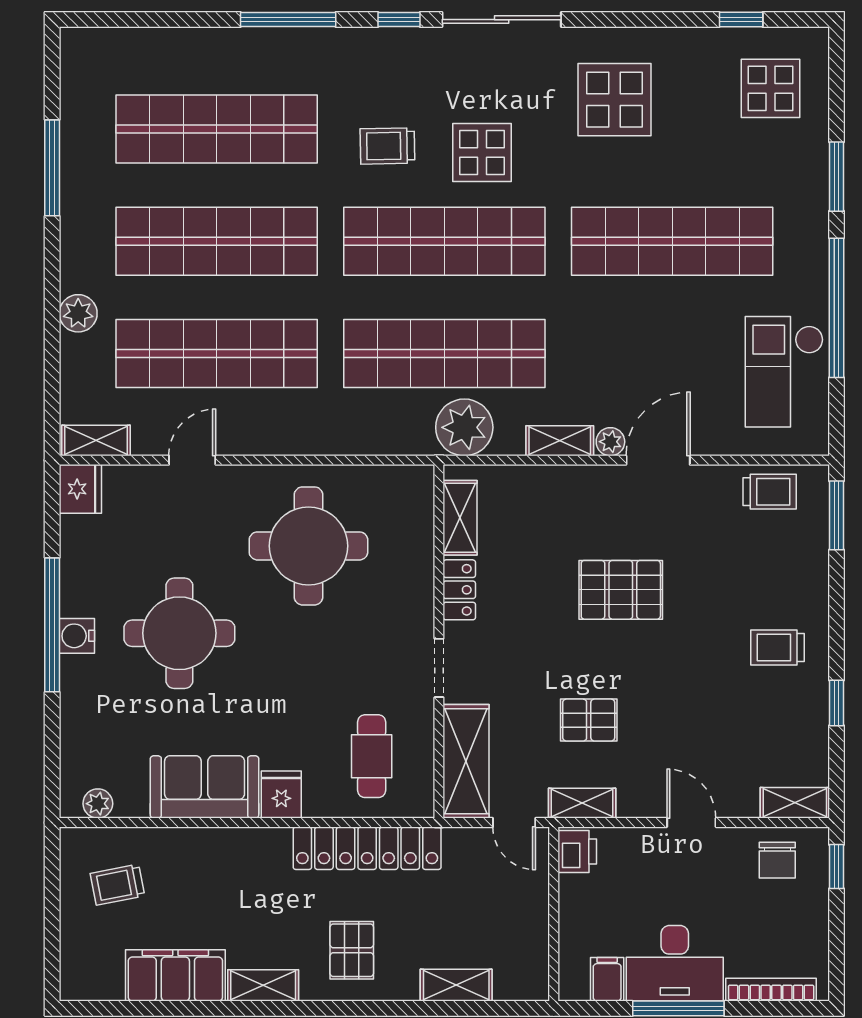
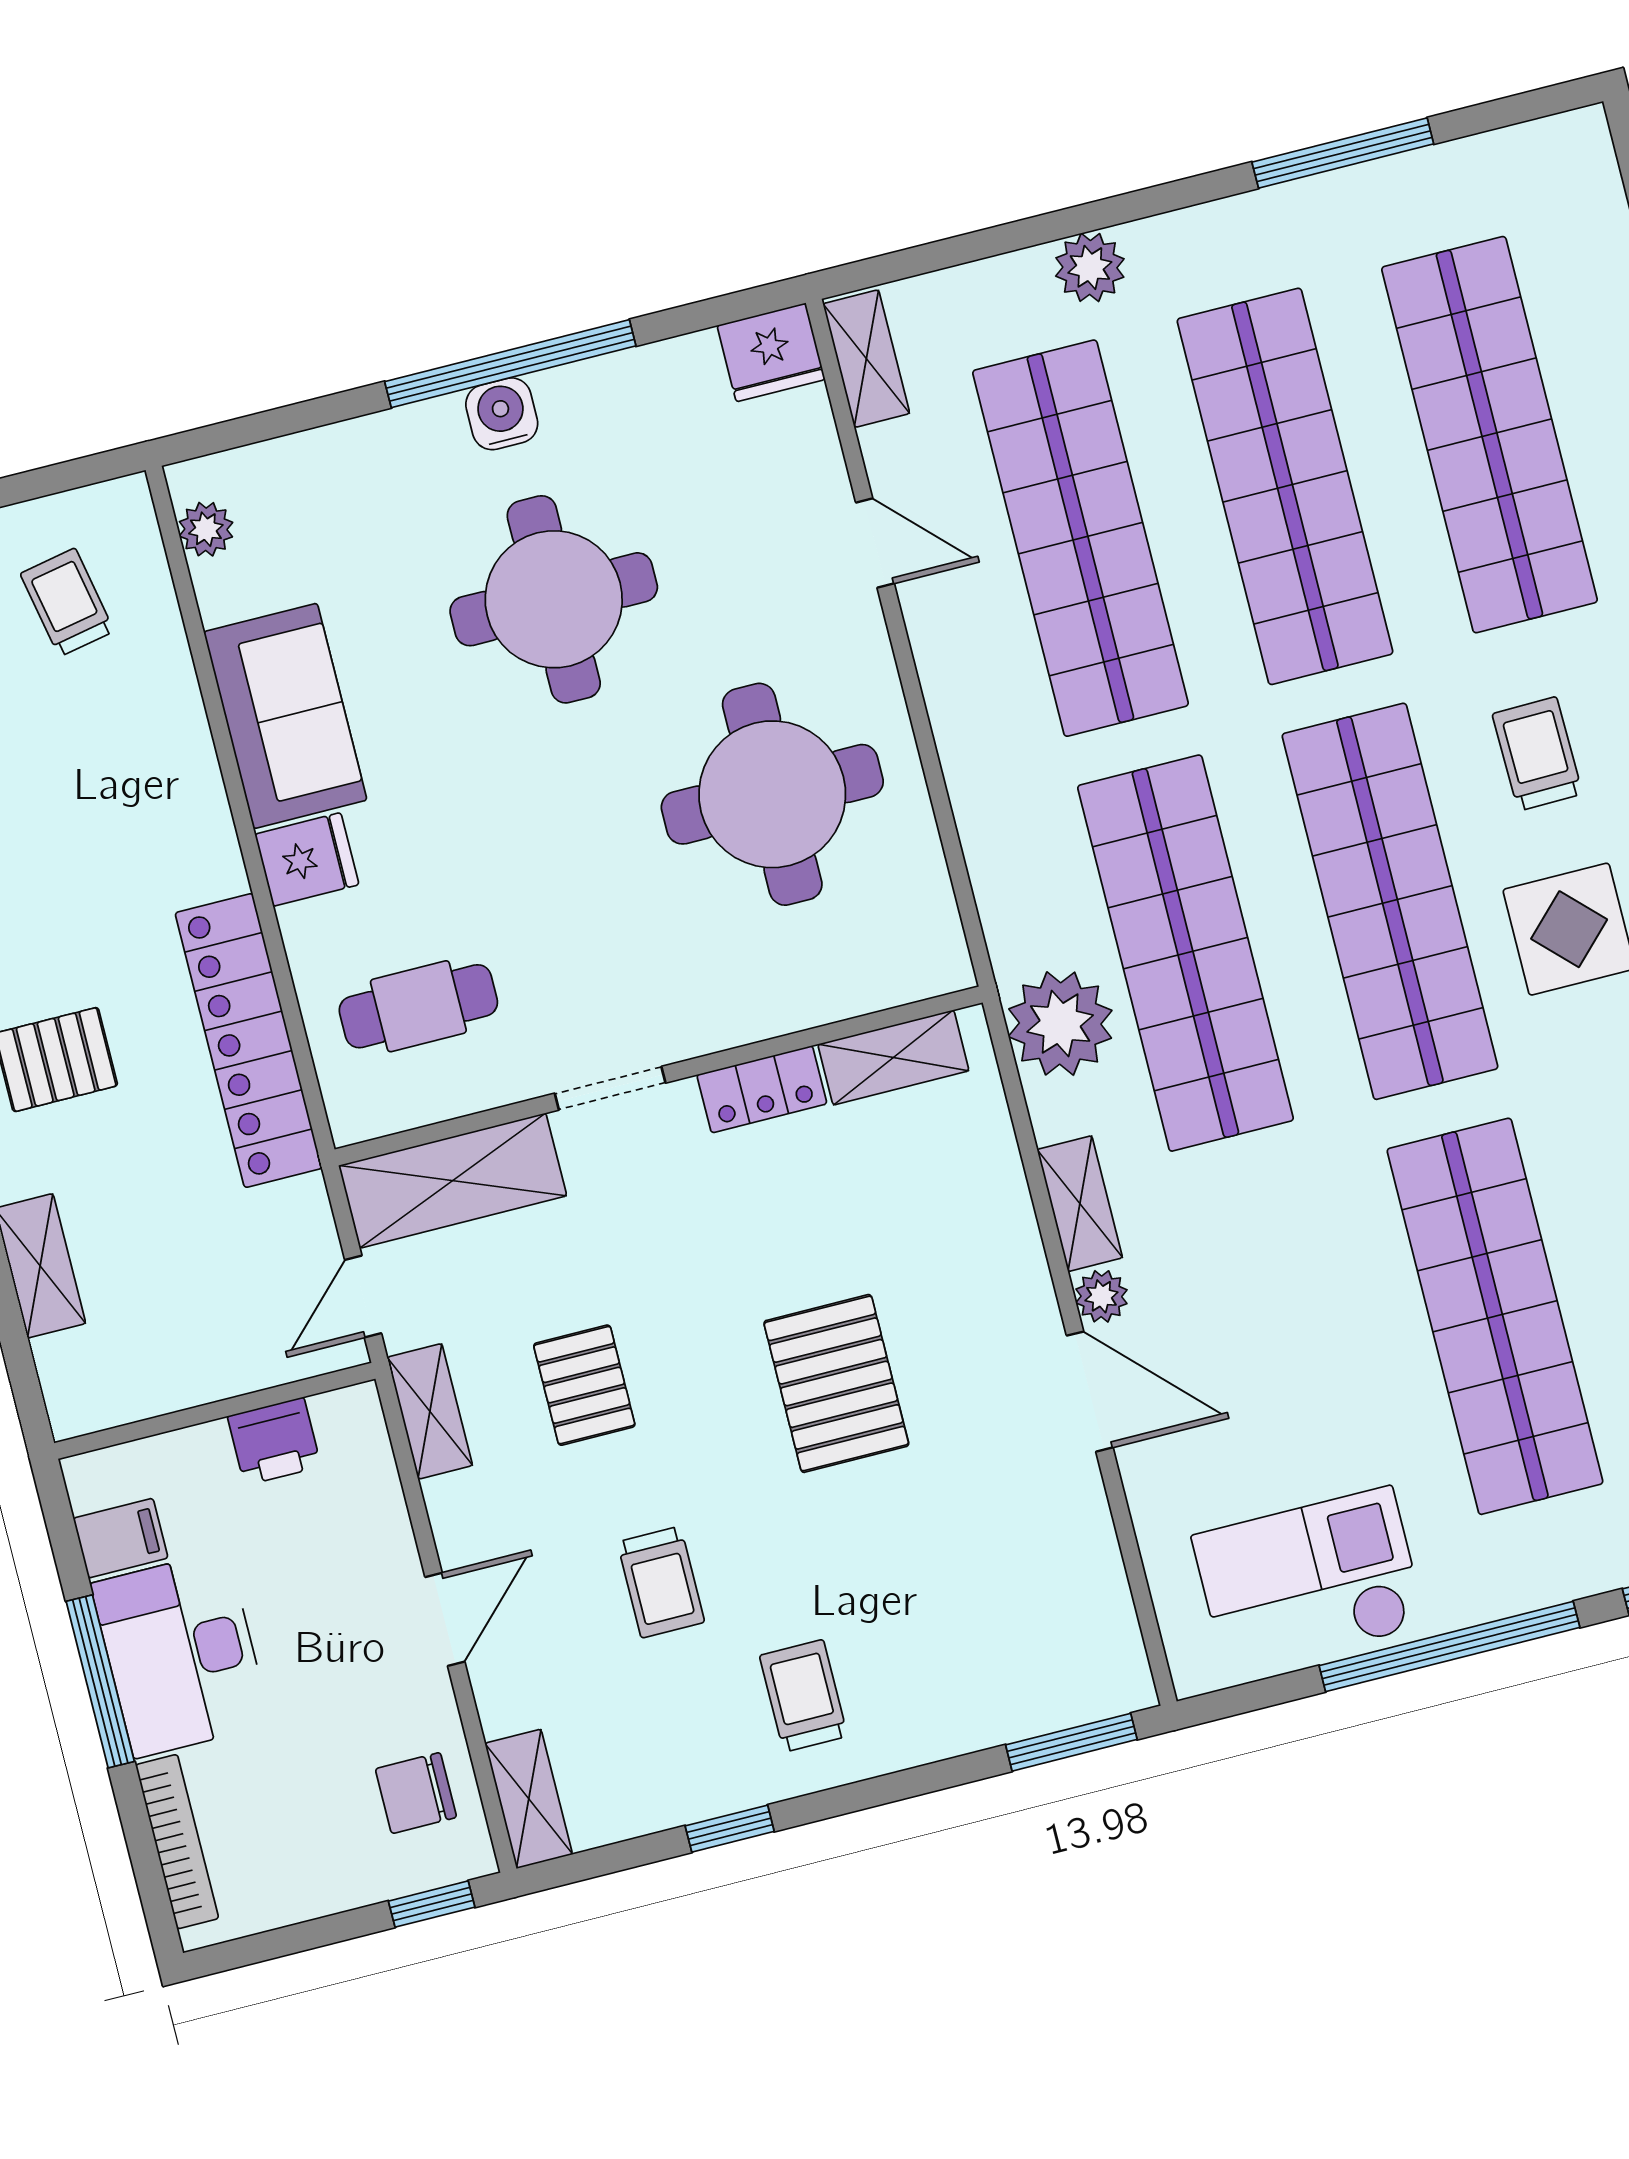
trolley: (770, 492) -> (661, 1582), moved
printer: (577, 852) -> (274, 1441), moved

